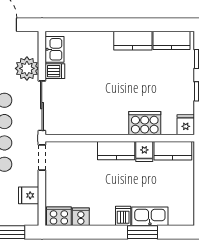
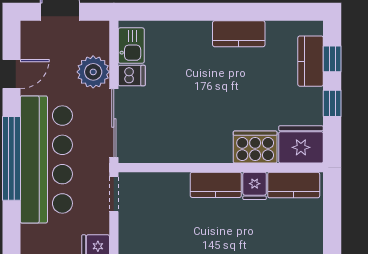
kitchen counter: (171, 40) -> (311, 61), moved, turned 90
fridge: (186, 125) -> (301, 144), width x1.88, depth x1.34

